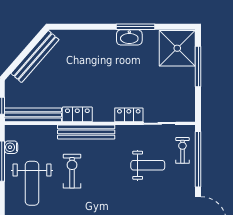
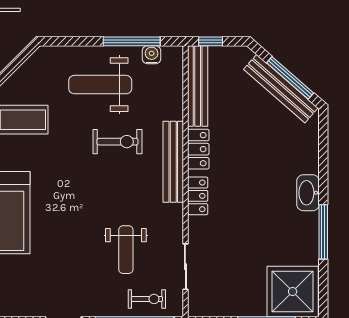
washbasin: (129, 37) -> (308, 193), moved
window: (27, 50) -> (290, 78), added
locker: (129, 115) -> (198, 196), moved

